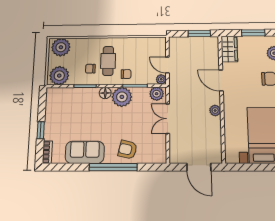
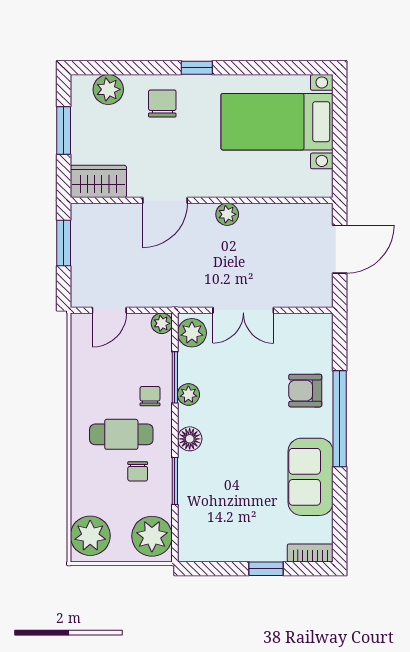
door: (167, 65) -> (109, 310), moved
plant: (122, 97) -> (188, 394), width x0.53, depth x0.53
armchair: (128, 150) -> (305, 391), turned 77

